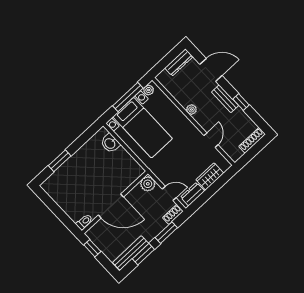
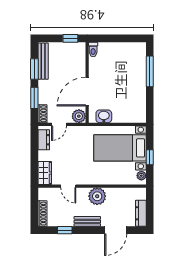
window: (128, 97) -> (150, 157), width x0.46
window: (241, 102) -> (65, 230), moved
plant: (191, 110) -> (97, 196), width x1.88, depth x1.88
washbasin: (110, 143) -> (104, 116), moved
window: (60, 161) -> (150, 71), width x1.44
wardrobe: (210, 176) -> (45, 173), moved
door: (111, 206) -> (87, 92), moved

